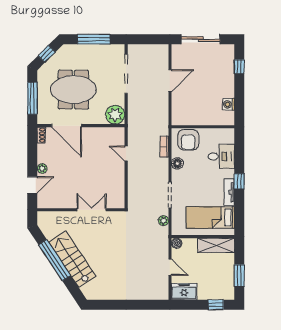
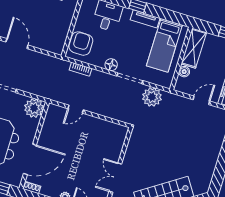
armchair: (188, 140) -> (81, 44), turned -90
floor lamp: (177, 163) -> (111, 65), moved
double door: (92, 210) -> (115, 178), moved
plant: (163, 221) -> (152, 97), width x1.88, depth x1.88
boiler: (177, 243) -> (184, 72), moved

